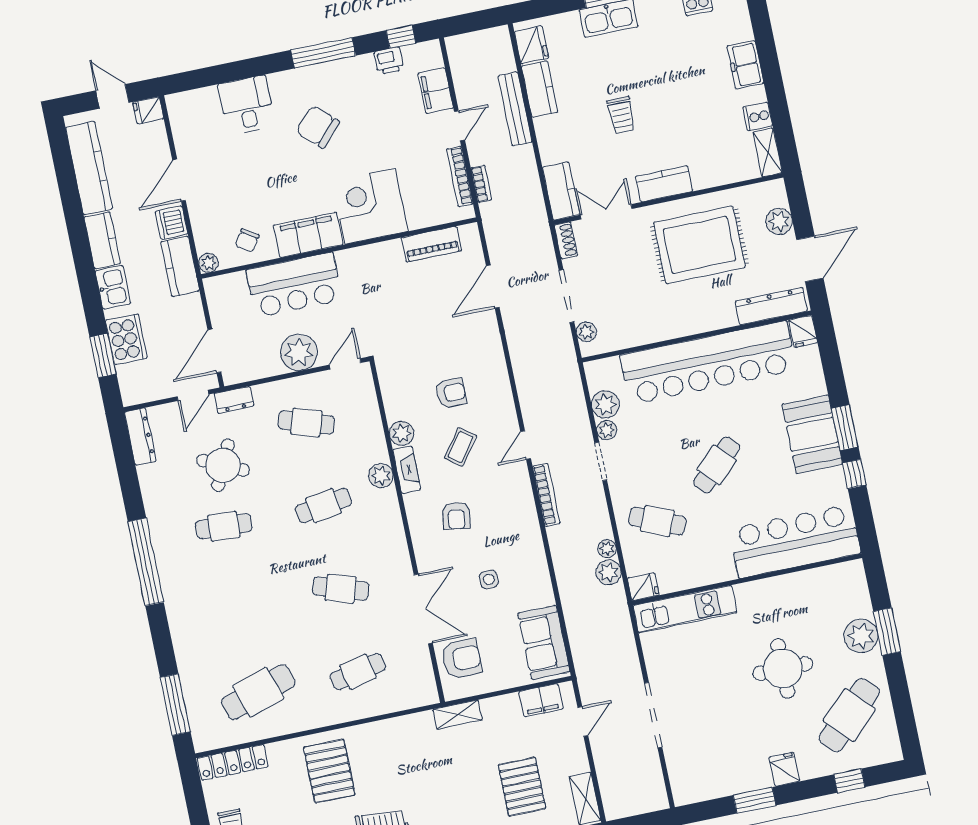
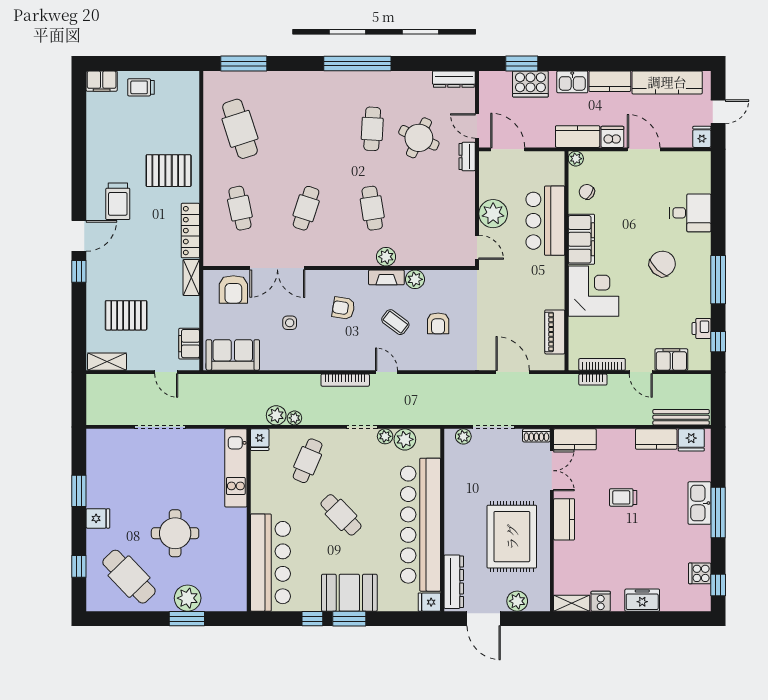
bench: (515, 109) -> (681, 417), moved
cafe table: (306, 423) -> (438, 208), removed
locker: (233, 762) -> (190, 231), moved

